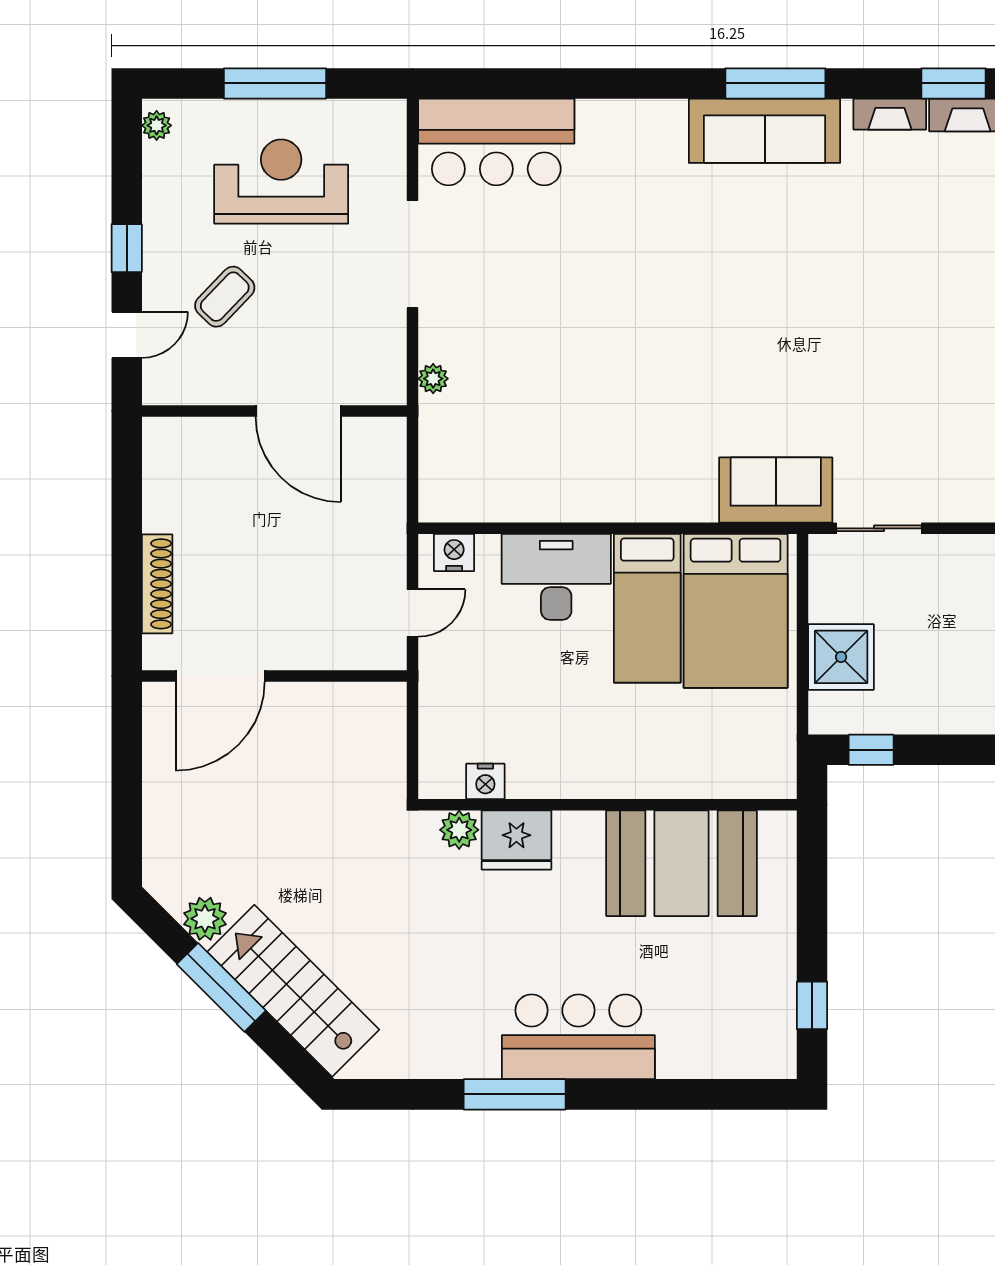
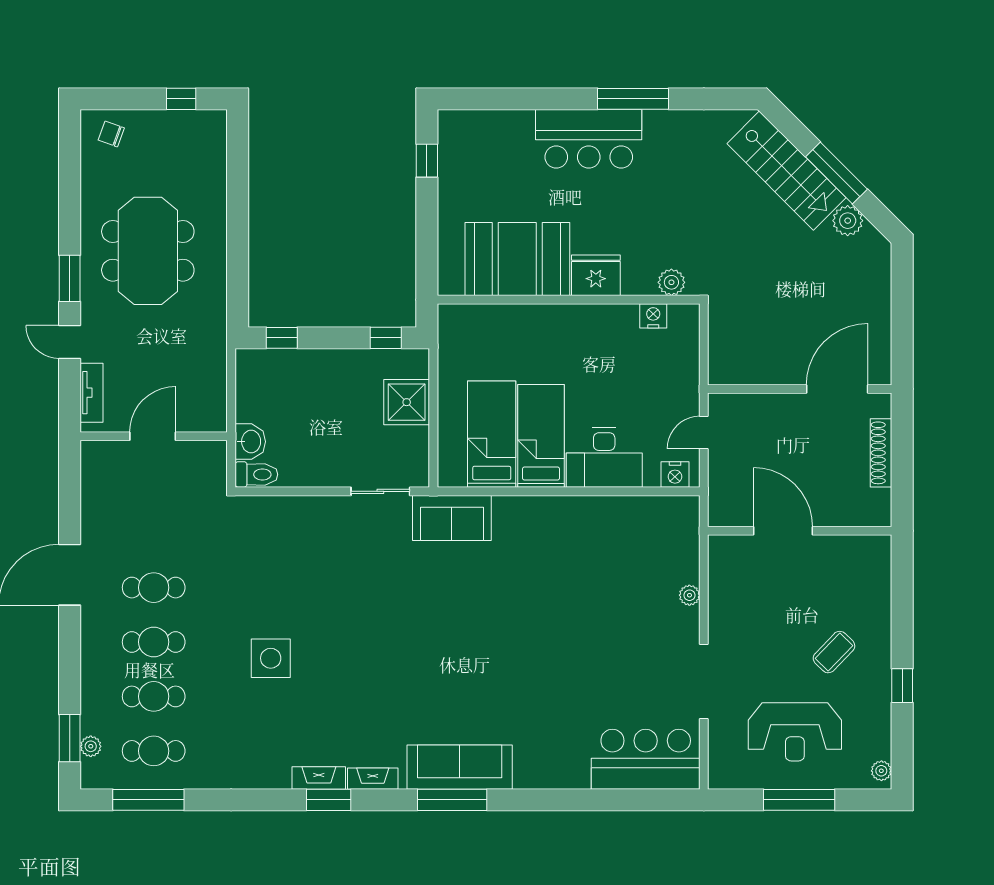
door: (127, 335) -> (902, 625), removed
wall: (274, 411) -> (800, 531), moved
door: (298, 411) -> (783, 531), moved
bed: (736, 611) -> (492, 434), width x0.67
fridge: (516, 840) -> (596, 275), moved

